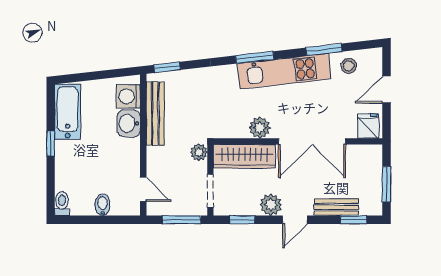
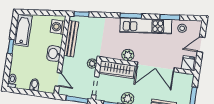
washbasin: (129, 123) -> (54, 54), moved

